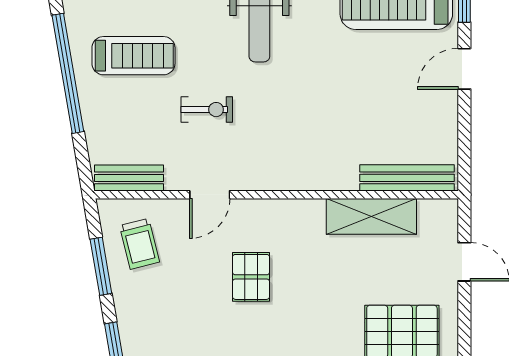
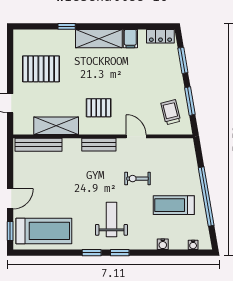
bench: (129, 178) -> (99, 145), moved
door: (210, 195) -> (136, 136), hinge flipped
pallet: (251, 277) -> (99, 108), moved, turned 90

